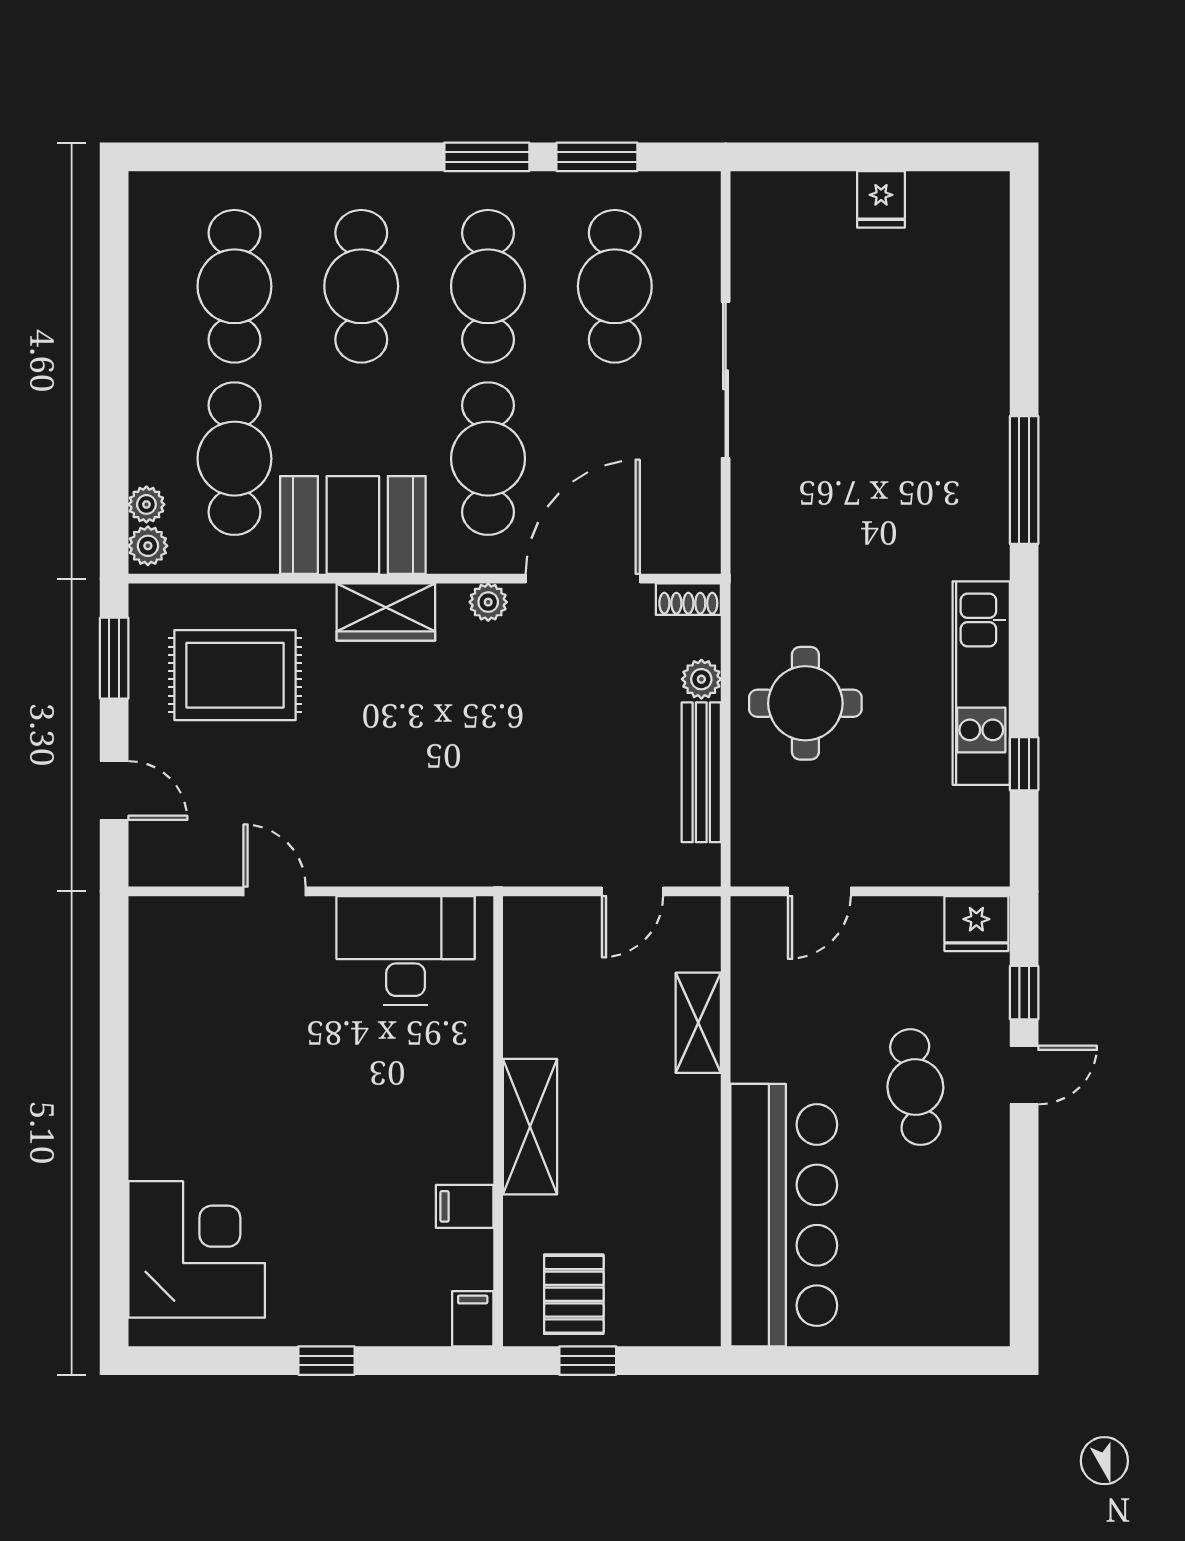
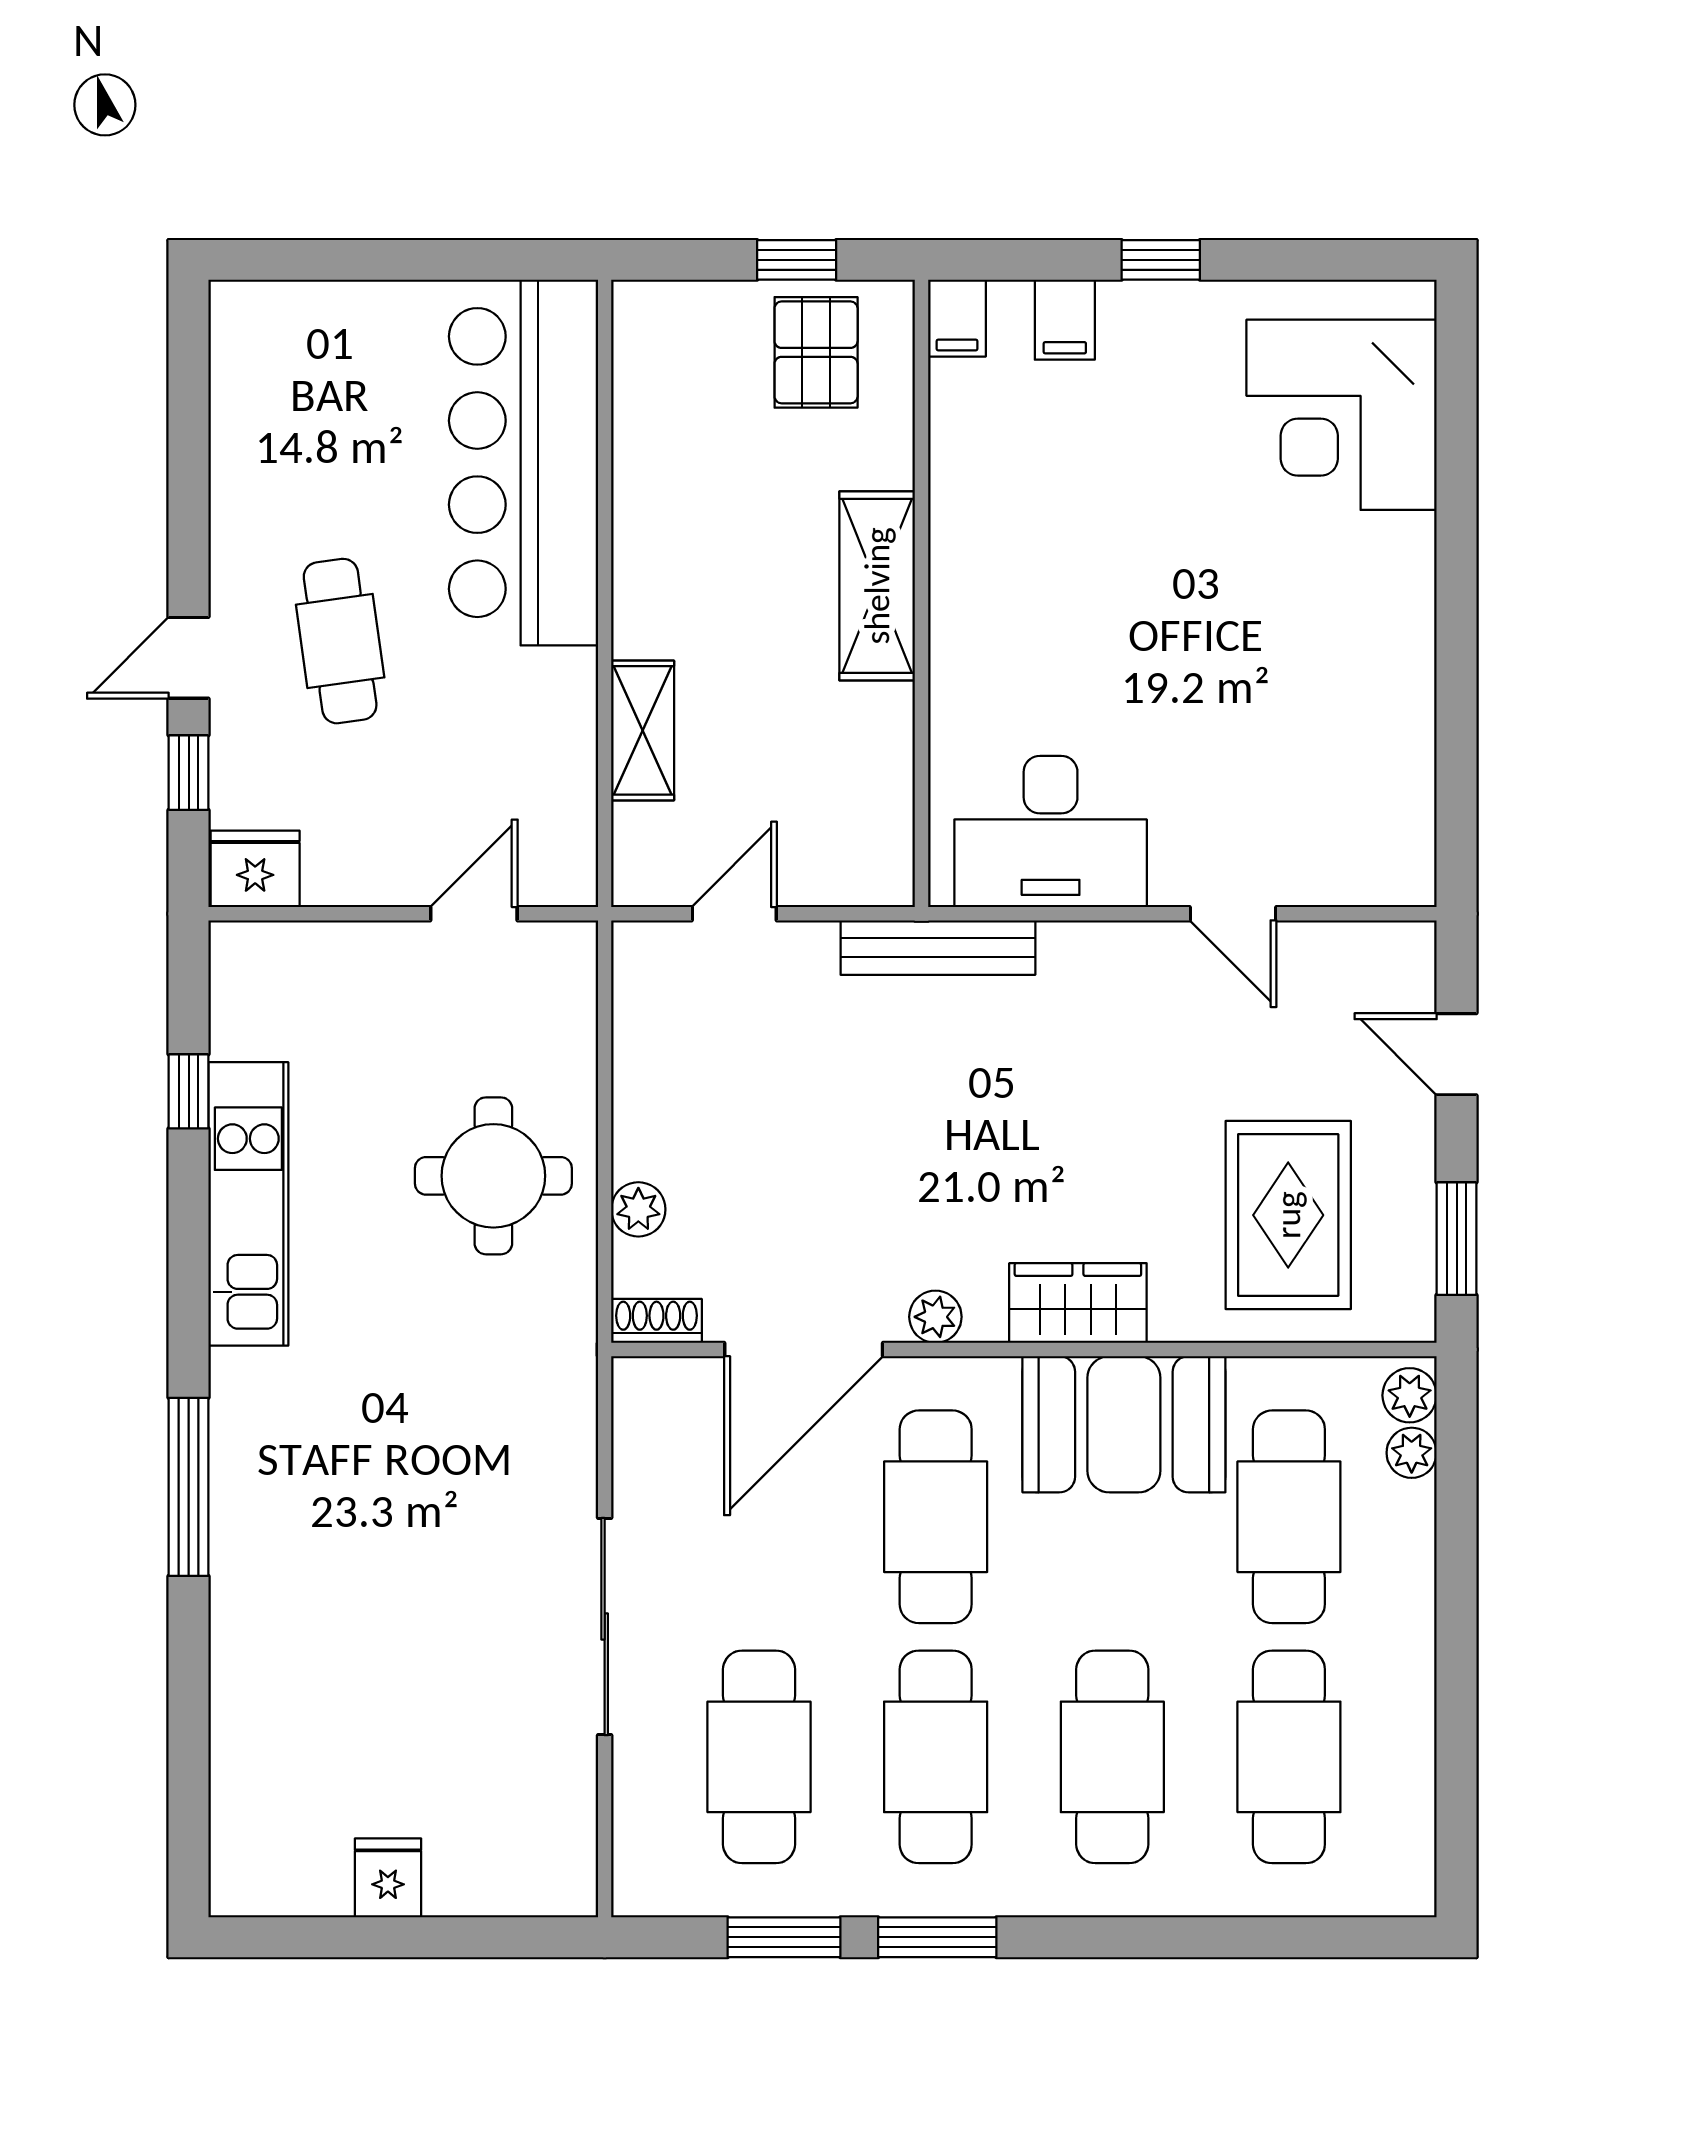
rug: (235, 675) -> (1288, 1215), turned 90
bench: (701, 772) -> (938, 948), moved, turned 90
filing cabinet: (465, 1206) -> (1065, 320), moved, turned 90

